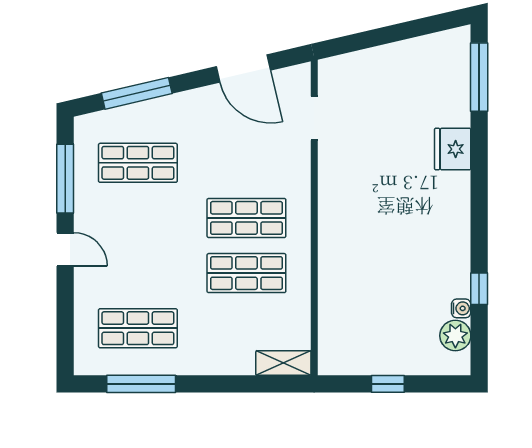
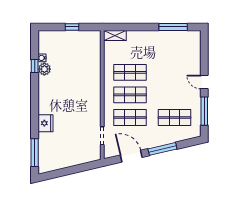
window: (137, 93) -> (162, 149), moved
shop shelf: (138, 328) -> (130, 118), moved
plant: (455, 336) -> (44, 69), moved

